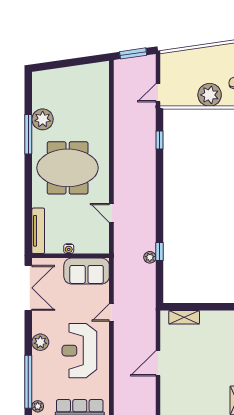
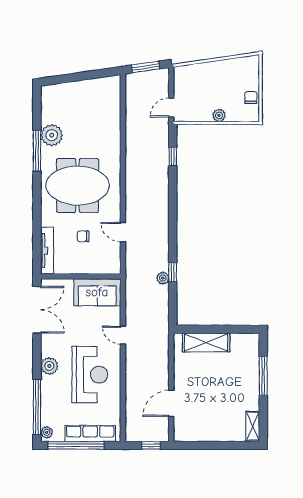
plant: (210, 95) -> (219, 115), width x0.53, depth x0.53
chair: (73, 217) -> (83, 236), added
water cooler: (69, 249) -> (79, 269), removed
door: (111, 312) -> (123, 335), hinge flipped
shelving: (184, 317) -> (206, 342), width x1.50, depth x1.33
reception desk: (79, 351) -> (90, 375), turned 180
door: (158, 363) -> (171, 403), moved

